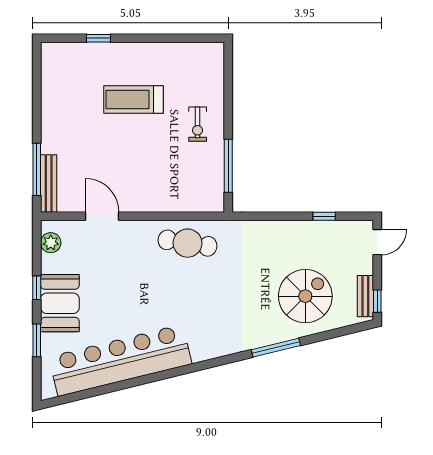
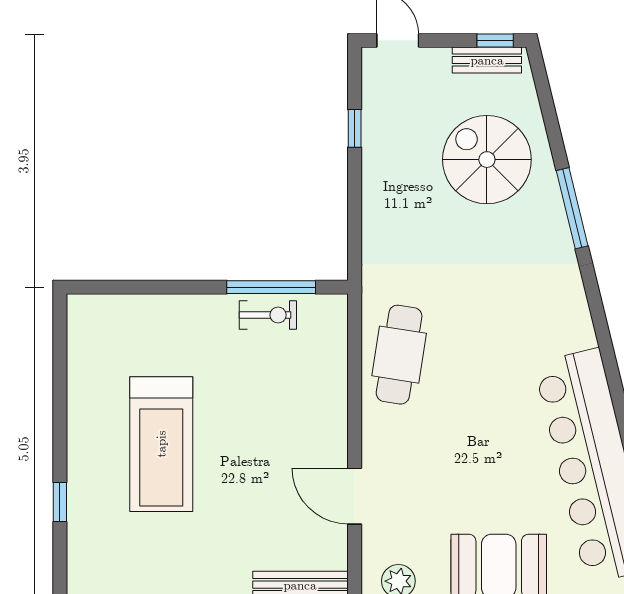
treadmill: (133, 99) -> (161, 444), width x1.37, depth x1.38
exercise bike: (198, 124) -> (268, 315), moved
door: (102, 216) -> (355, 496), hinge flipped

